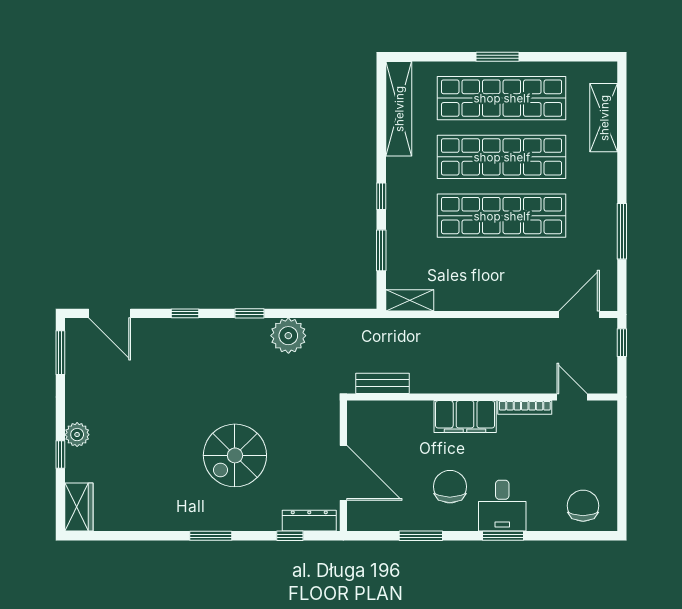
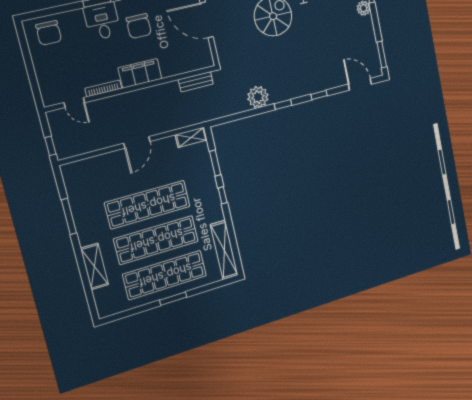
shelving: (604, 118) -> (95, 266), moved
door: (579, 315) -> (137, 142), moved

